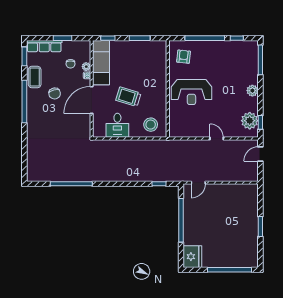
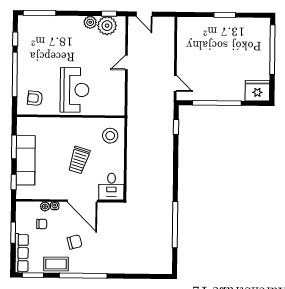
exam couch: (101, 63) -> (26, 160), moved, turned 90
plant: (252, 91) -> (90, 22), moved
desk: (117, 125) -> (111, 186), moved, turned 90

